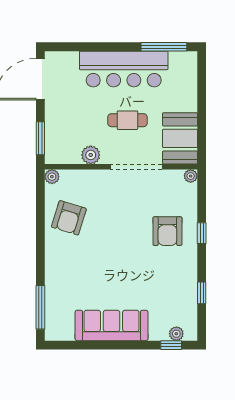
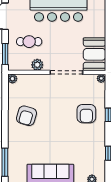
cafe table: (127, 120) -> (29, 42), moved
armchair: (69, 218) -> (26, 116), moved

